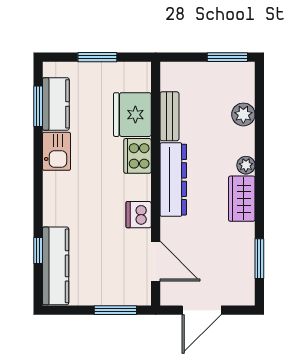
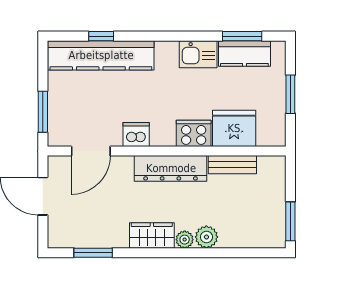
plant: (243, 114) -> (206, 237), moved
kitchen counter: (56, 266) -> (101, 55), width x1.39, depth x1.17

